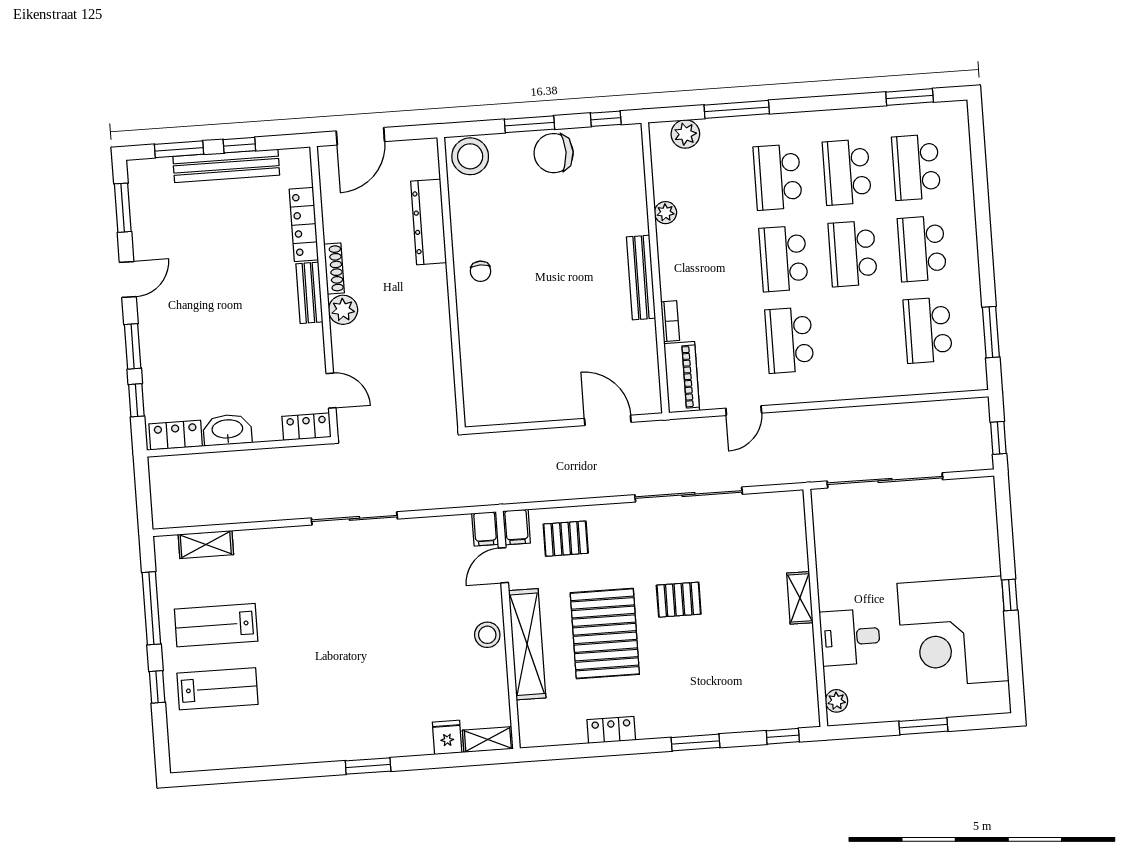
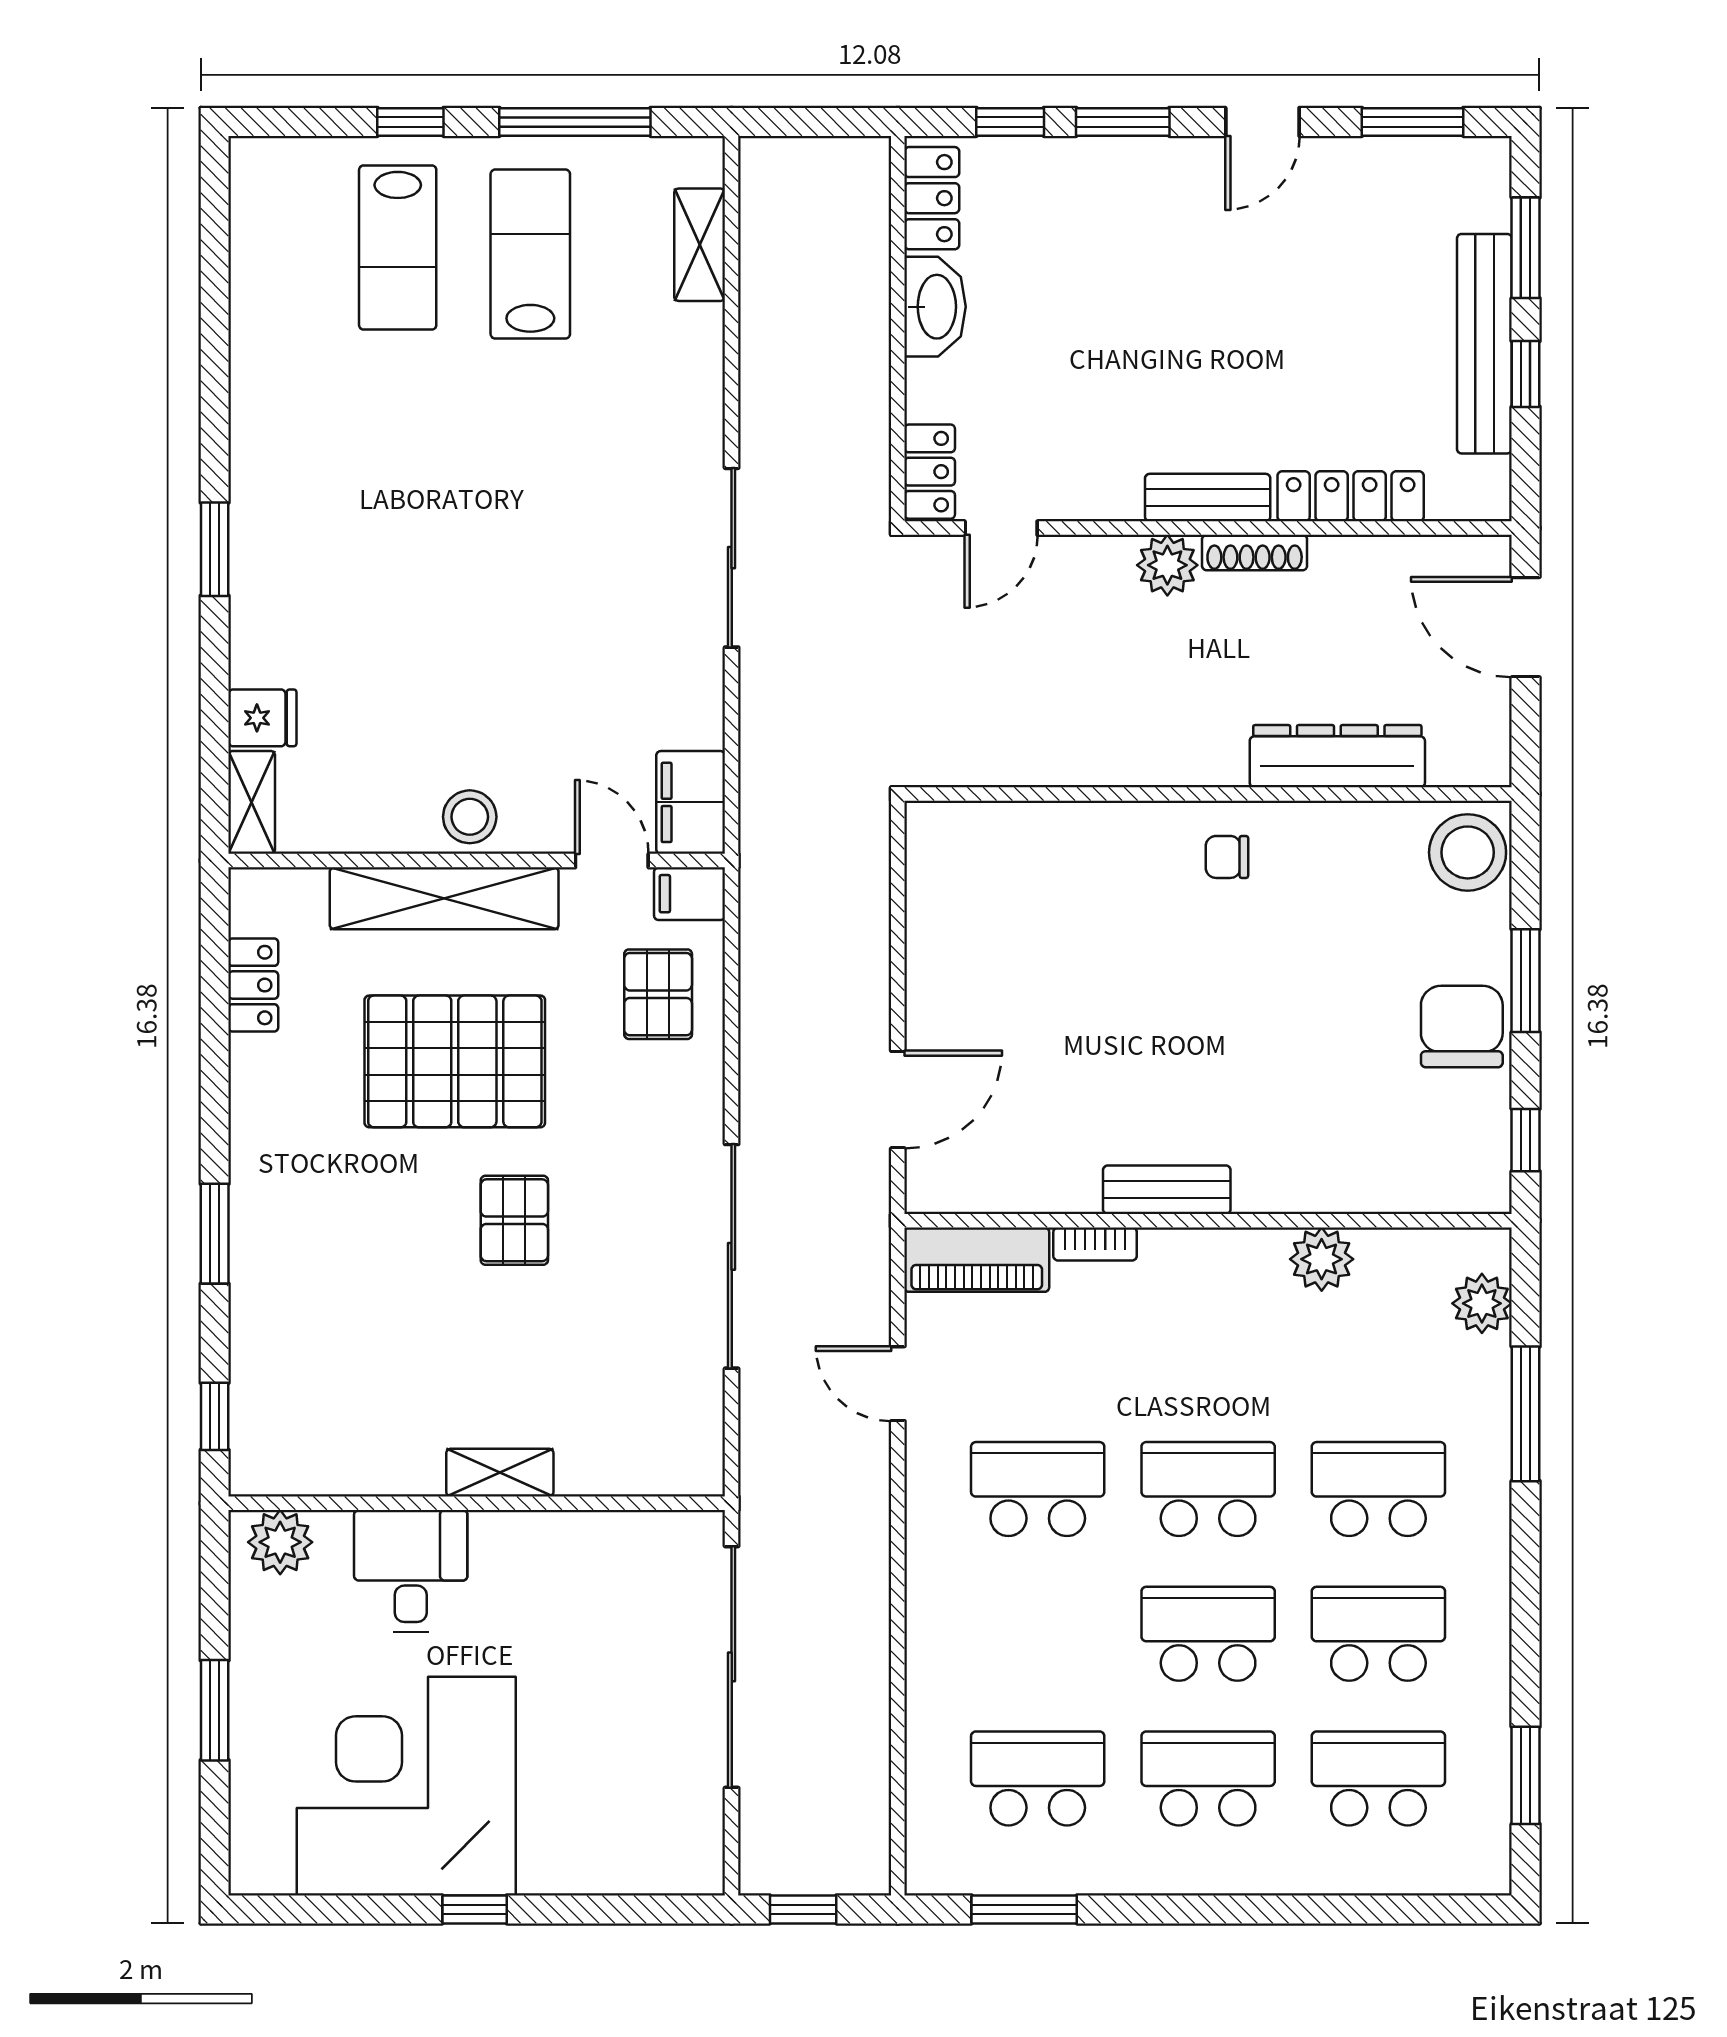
plant: (665, 213) -> (1322, 1259), width x1.38, depth x1.38
bench: (641, 278) -> (1167, 1190), width x0.73
door: (128, 279) -> (1262, 122), hinge flipped
filing cabinet: (485, 529) -> (691, 802), width x2.00
plant: (837, 701) -> (280, 1542), width x1.38, depth x1.38
locker: (611, 730) -> (253, 985), moved

